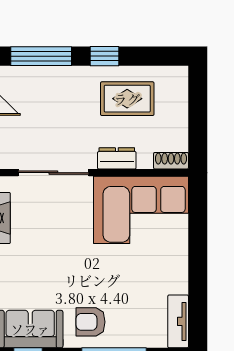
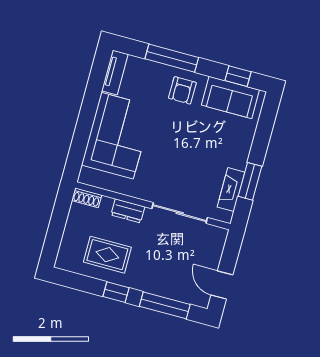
corner sofa: (141, 210) -> (117, 136), moved, turned 90
armchair: (91, 322) -> (182, 90), turned 90

